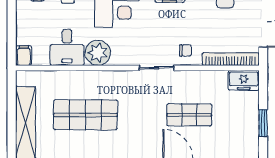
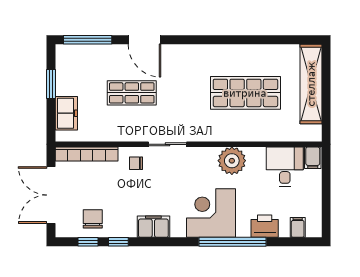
desk: (67, 47) -> (285, 167), moved
freezer: (244, 80) -> (66, 113), moved, turned 90

